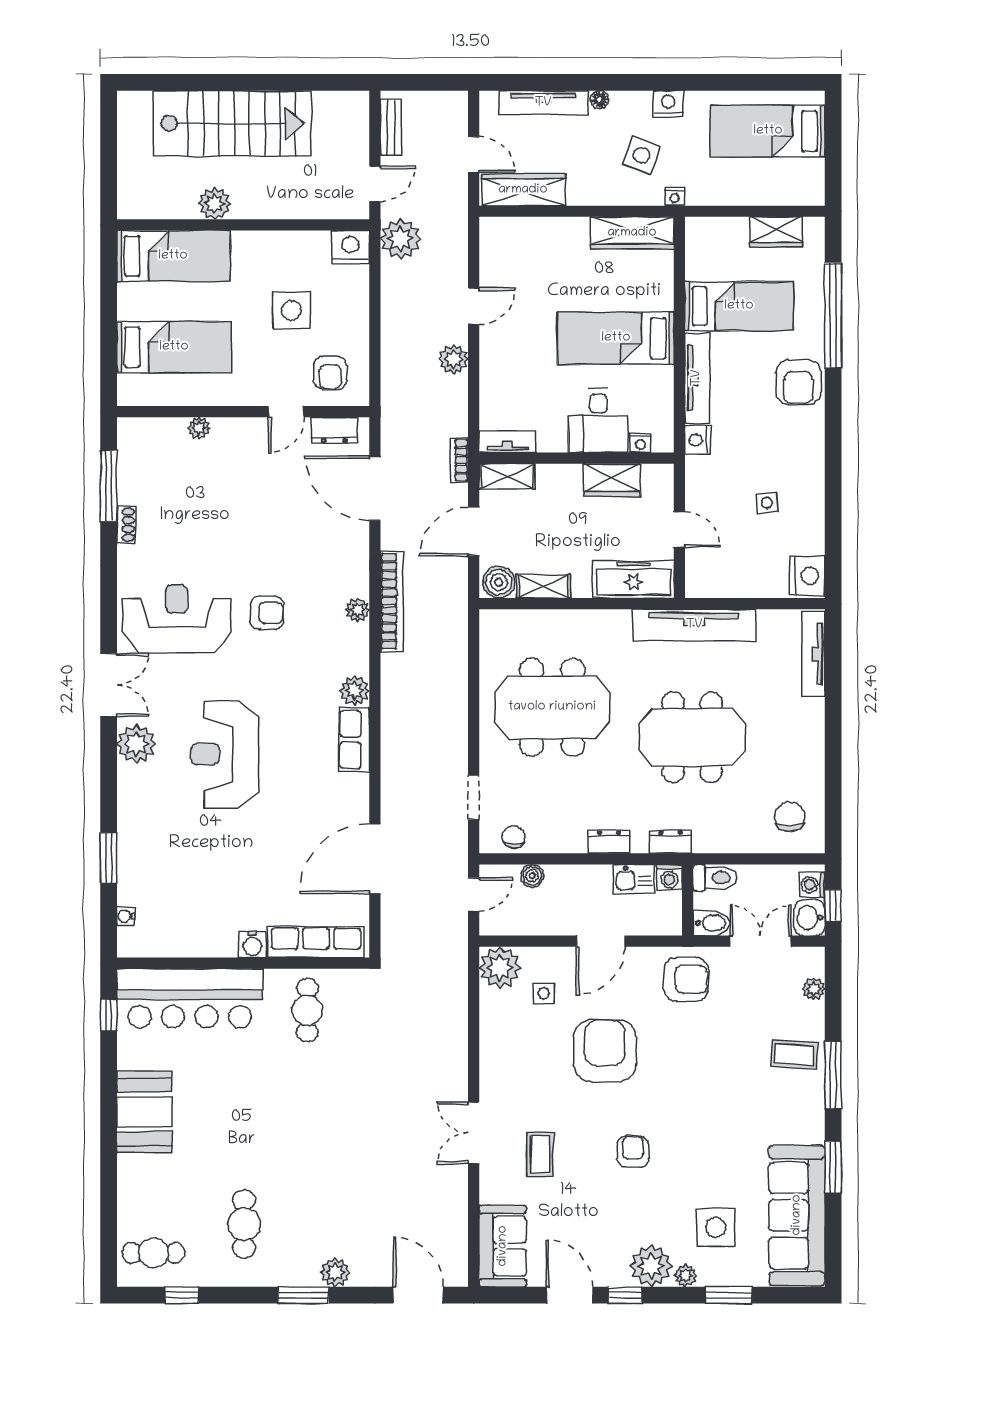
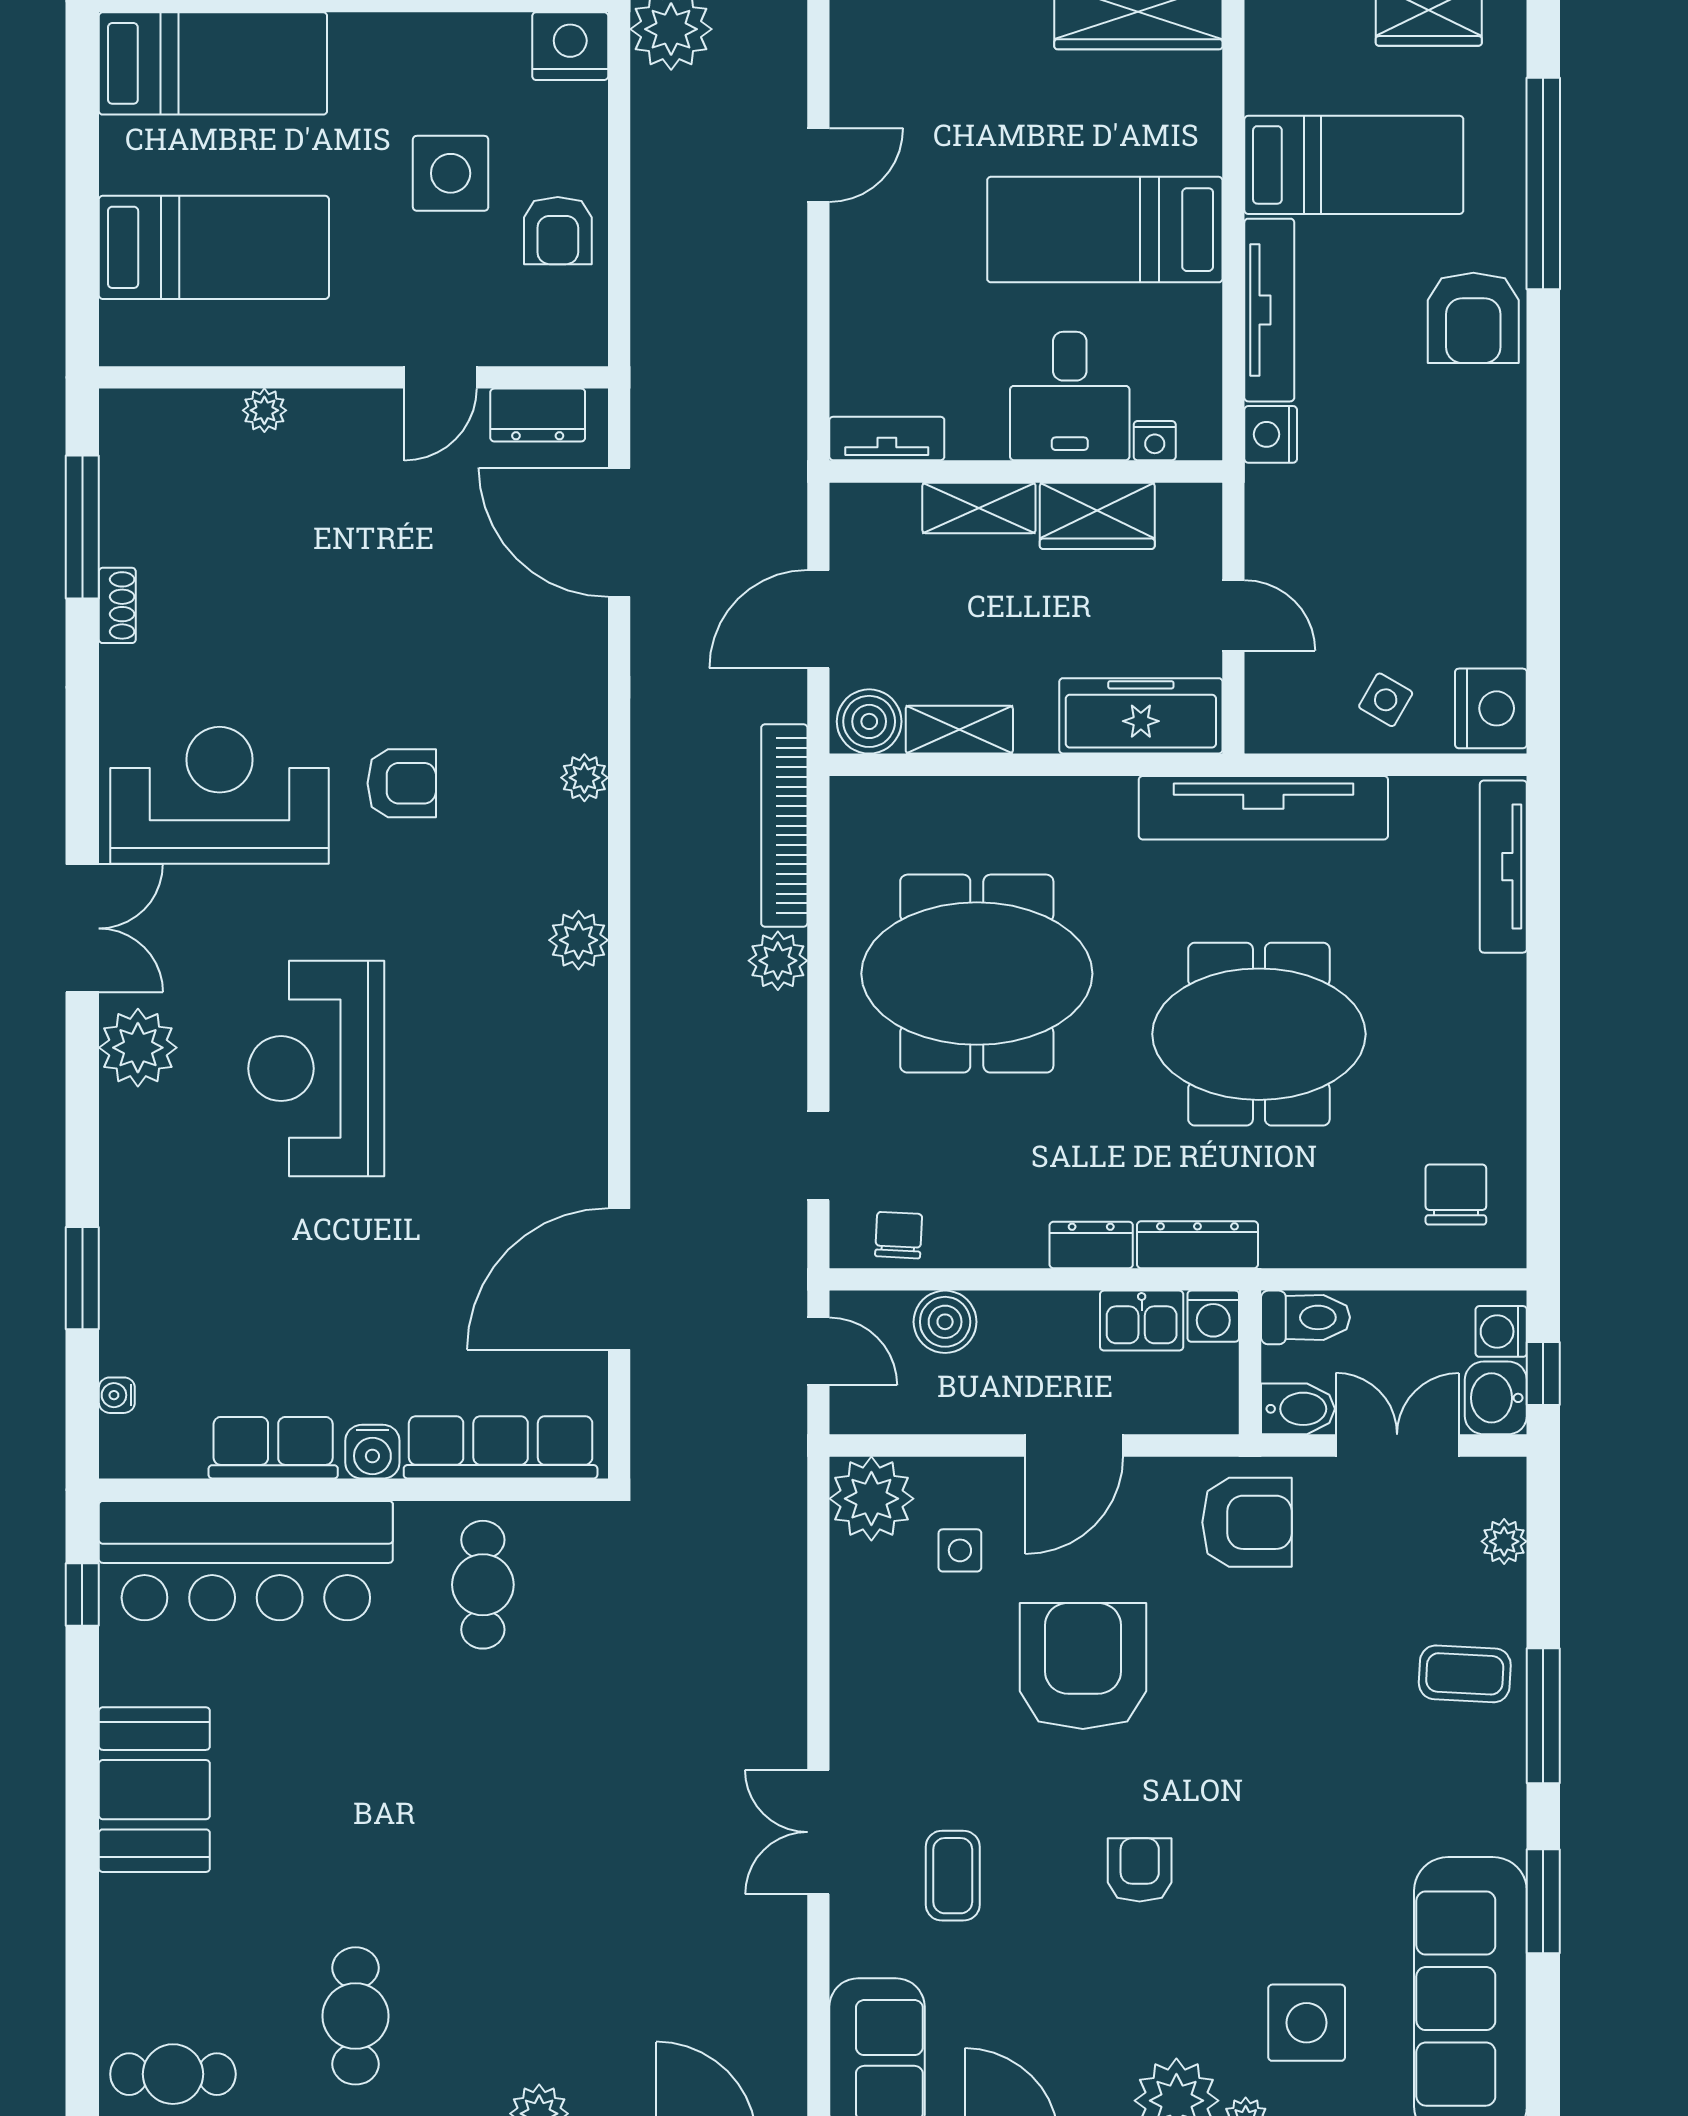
plant: (454, 359) -> (778, 961), moved
armchair: (330, 373) -> (558, 231), moved
bookcase: (459, 460) -> (789, 476), removed
shelving: (507, 476) -> (979, 508), moved
side table: (767, 503) -> (1386, 700), moved, turned 35
bookcase: (392, 601) -> (784, 826), moved, turned 180
row of seats: (354, 739) -> (273, 1448), moved, turned 90
dresser: (671, 842) -> (1197, 1245), width x1.44
boiler: (532, 876) -> (945, 1322), width x1.36, depth x1.36
door: (474, 894) -> (818, 1351), hinge flipped

